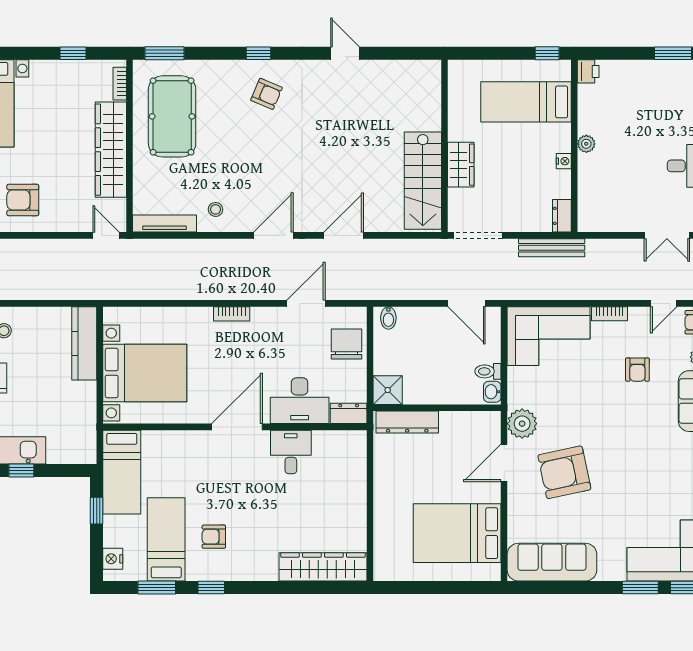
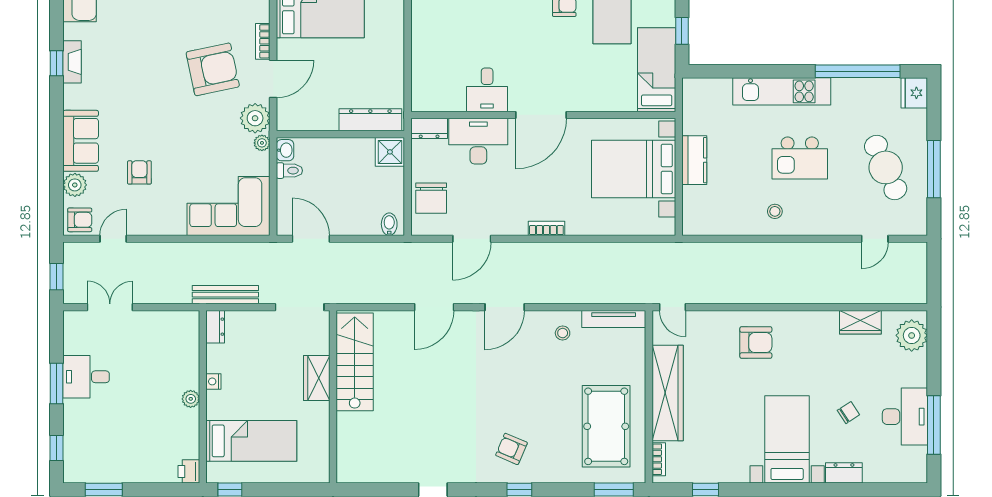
bookcase: (610, 314) -> (263, 41), moved, turned -90
kitchen counter: (84, 343) -> (694, 160), moved, width x0.67
plant: (515, 399) -> (262, 143), added
window: (21, 470) -> (757, 71), removed

